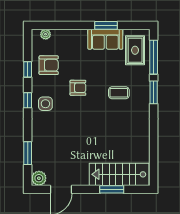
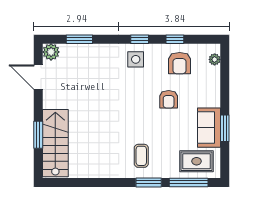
armchair: (78, 88) -> (169, 99), moved
coffee table: (119, 93) -> (141, 156), moved

